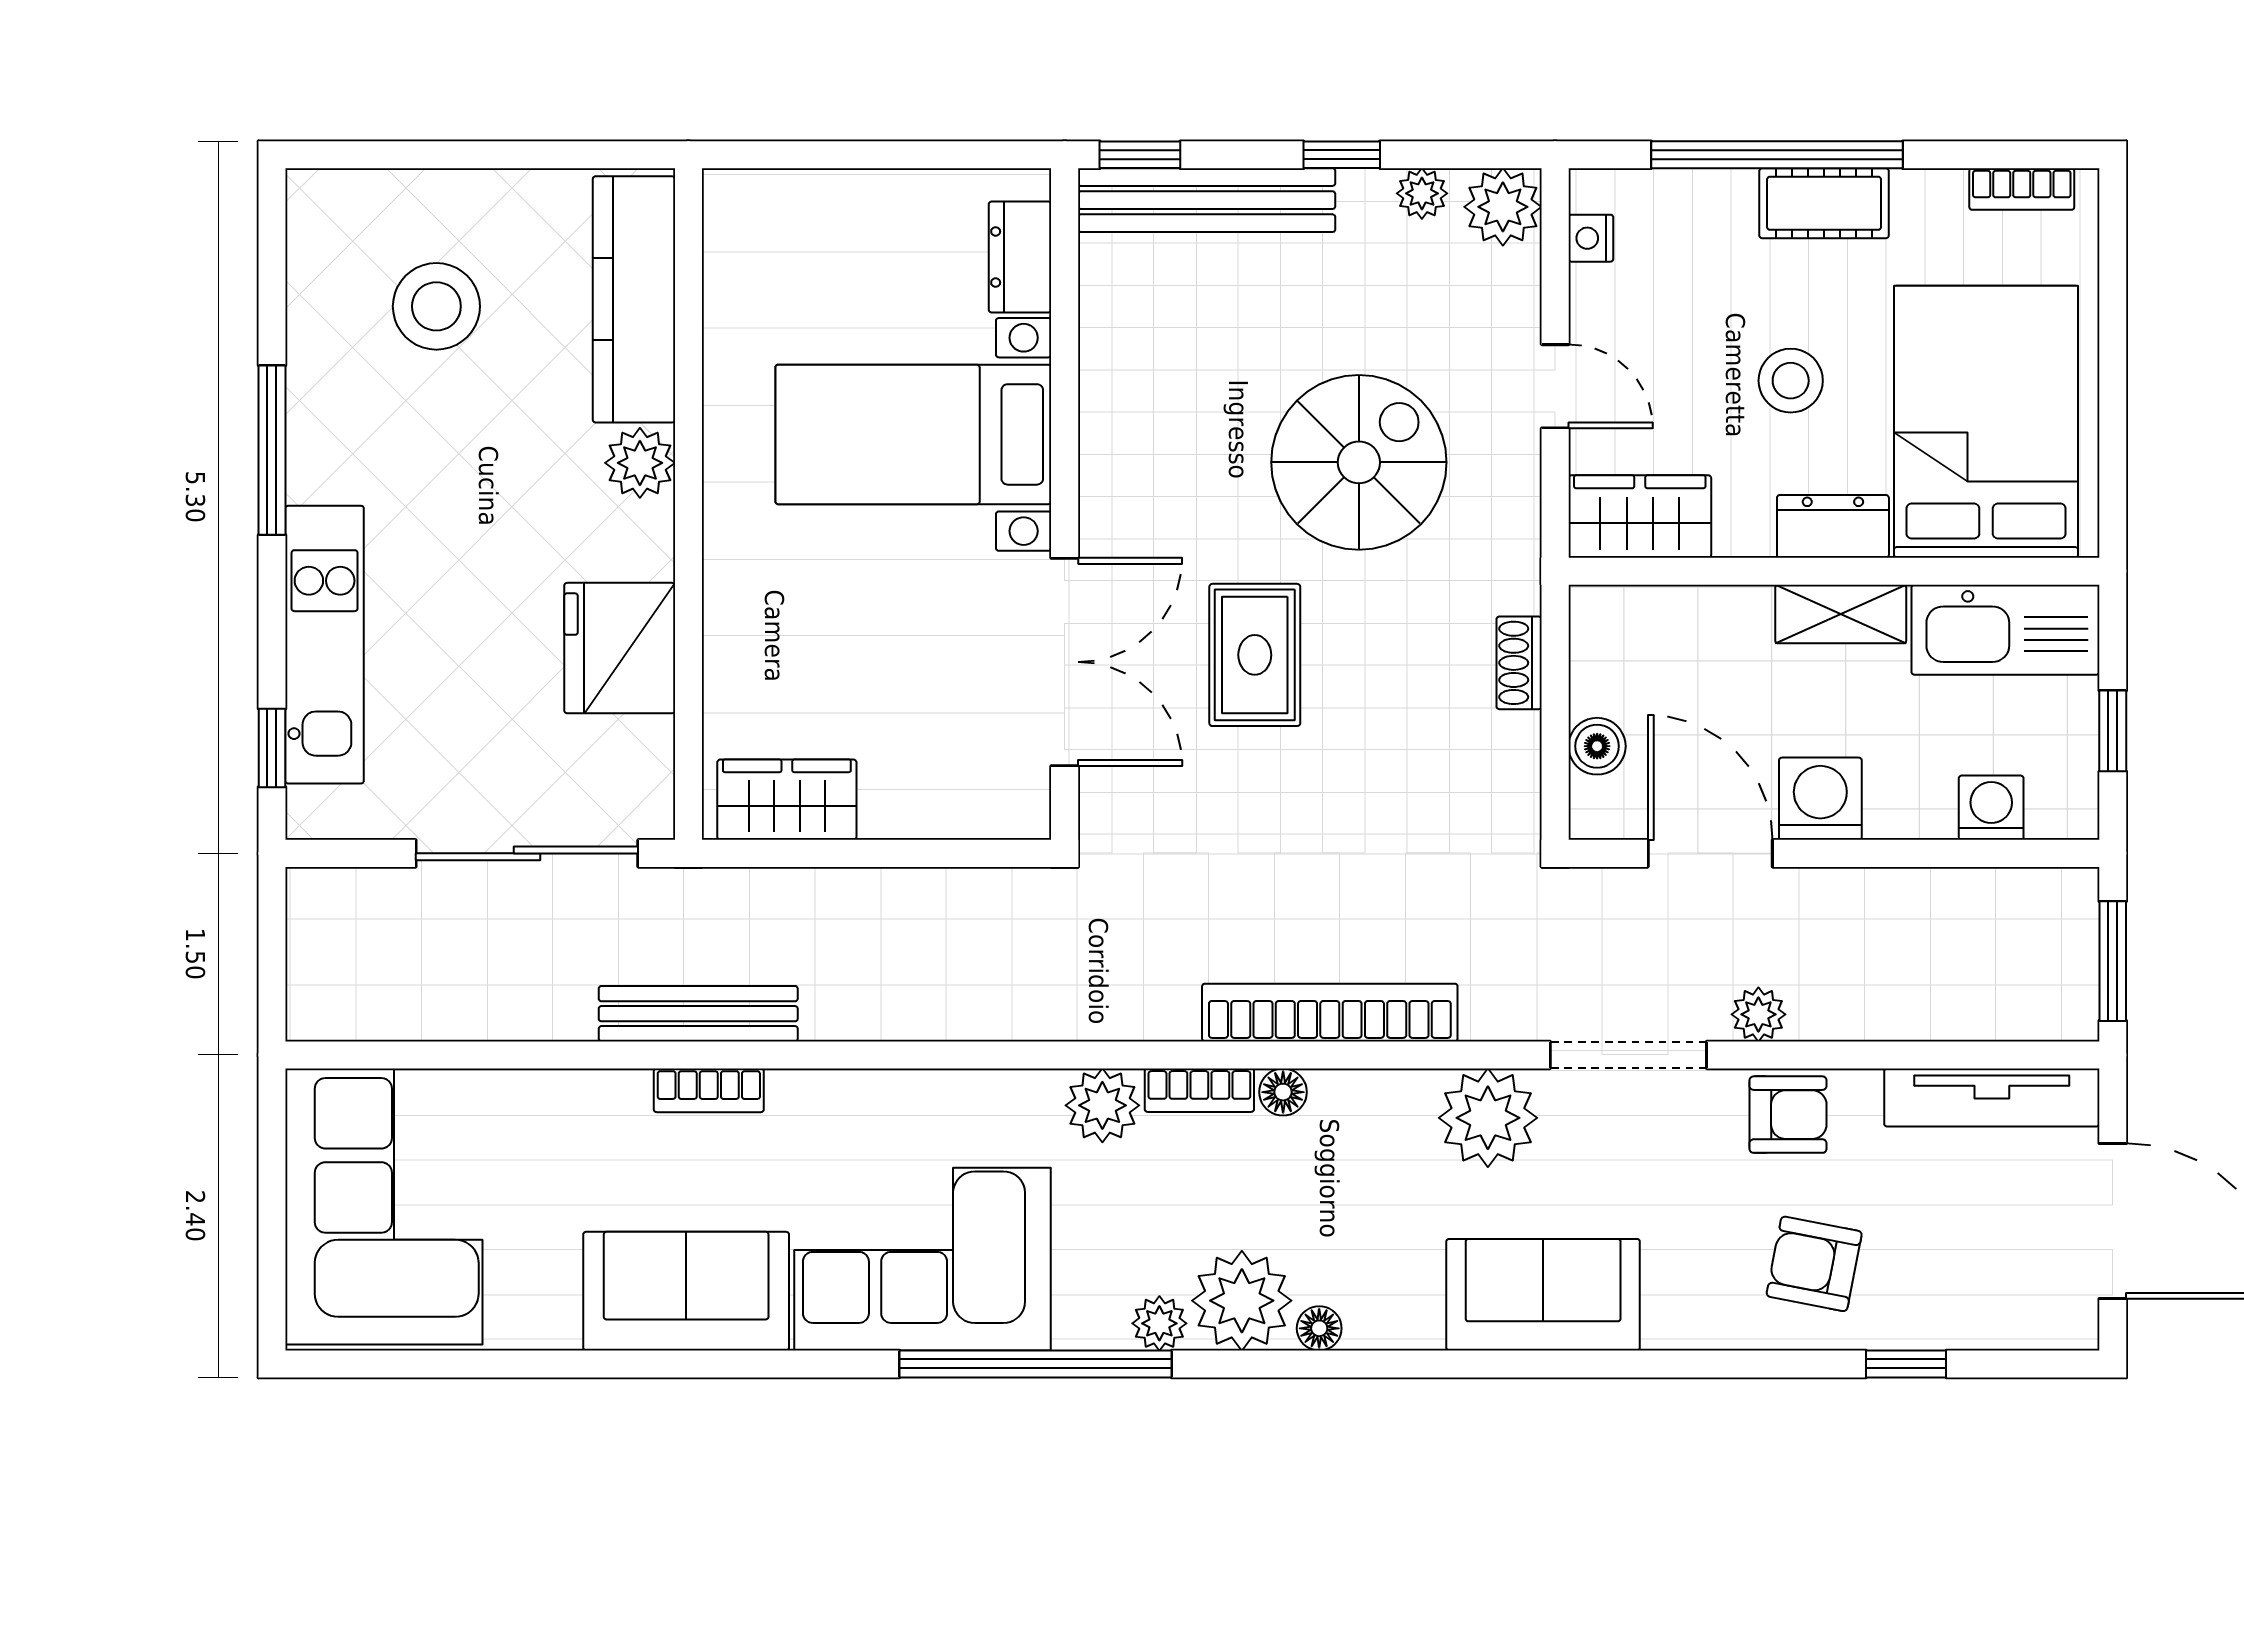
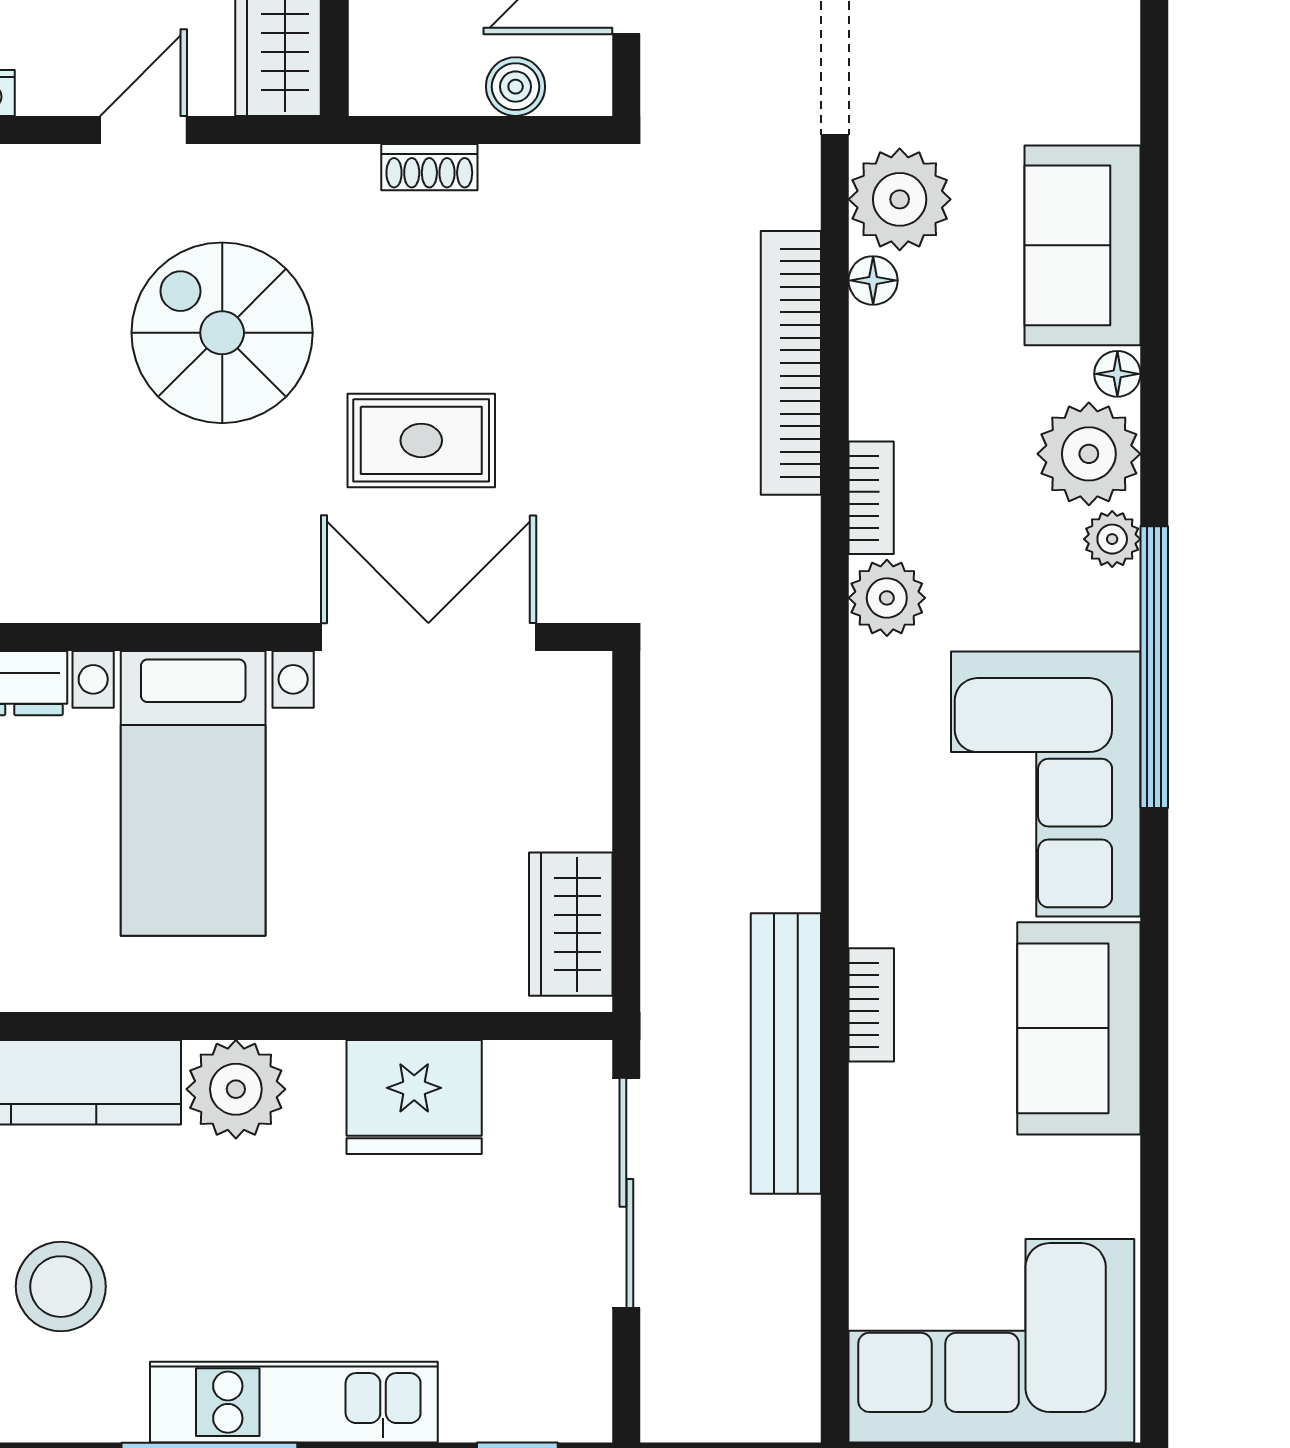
plant: (640, 463) -> (236, 1089), width x1.36, depth x1.36
kitchen unit: (325, 645) -> (294, 1402), moved
bench: (698, 1014) -> (786, 1054), width x1.37, depth x1.21
floor lamp: (1283, 1092) -> (873, 280), moved
sofa: (1543, 1295) -> (1083, 245), moved

